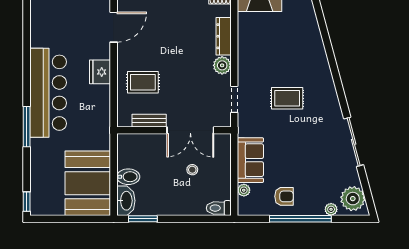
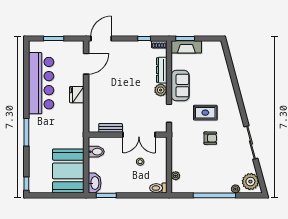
rug: (143, 82) -> (106, 102), removed
bar counter: (48, 93) -> (41, 83), moved
sofa: (250, 160) -> (180, 86), moved
bidet: (128, 177) -> (96, 152), moved
armchair: (284, 196) -> (210, 138), moved

